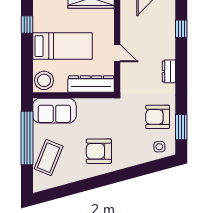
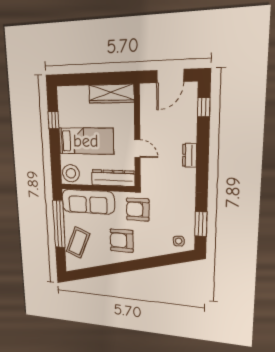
window: (181, 29) -> (204, 107), moved
dresser: (169, 71) -> (190, 155), moved
sofa: (54, 111) -> (88, 202), width x1.36
armchair: (158, 117) -> (138, 210), moved

